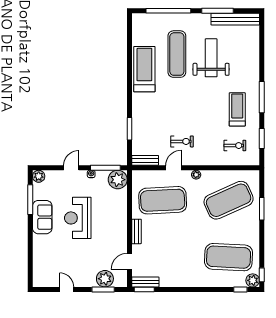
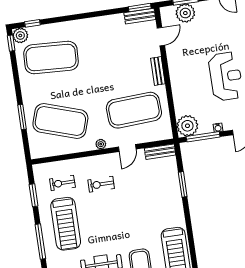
treadmill: (237, 109) -> (66, 224), width x1.37, depth x1.38
exercise bike: (182, 141) -> (101, 184), moved
exercise mat: (229, 200) -> (60, 121), turned 42

